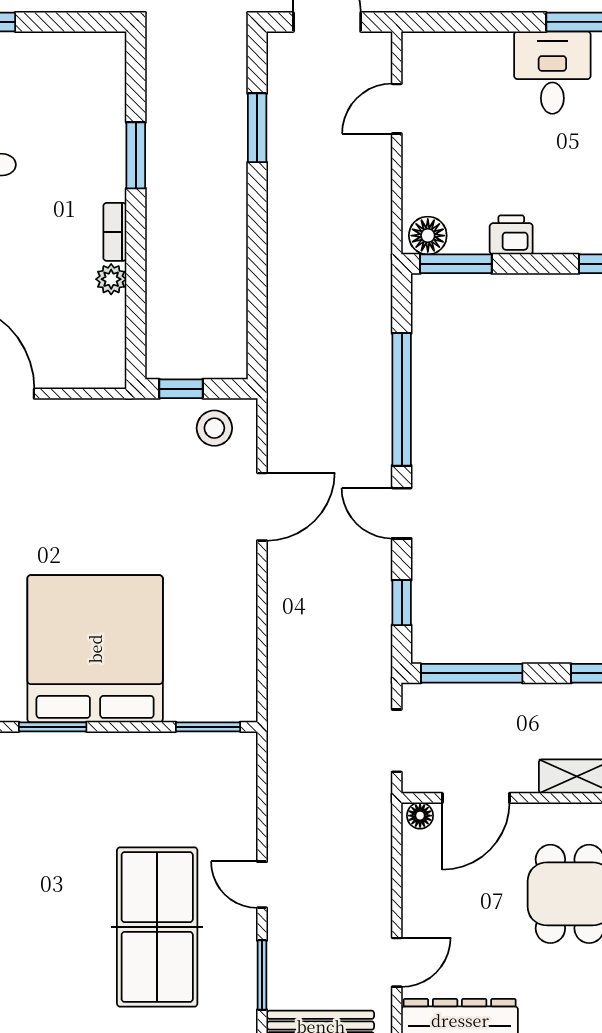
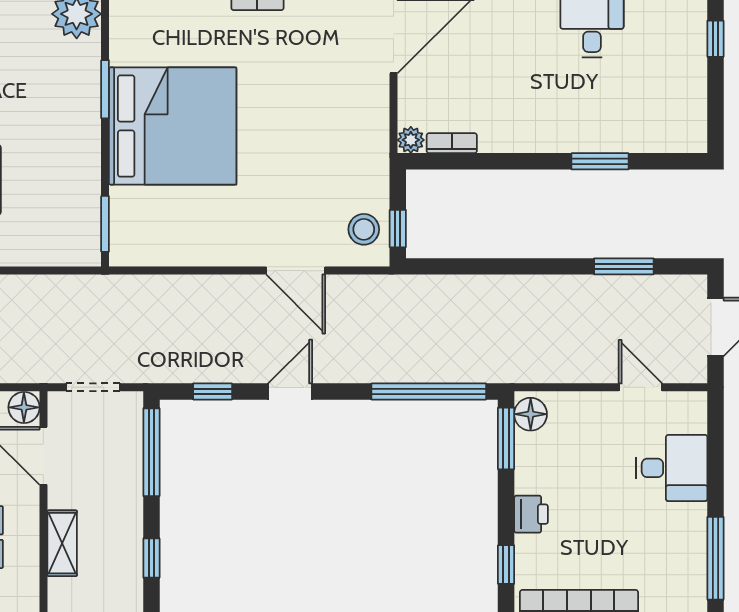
desk: (552, 73) -> (672, 468), moved
bookcase: (115, 232) -> (452, 143), moved
printer: (511, 235) -> (531, 514), moved
plant: (111, 279) -> (411, 140), moved
window: (181, 389) -> (398, 229), moved
window: (402, 399) -> (429, 391), moved
floor lamp: (420, 816) -> (24, 407), width x1.37, depth x1.37

